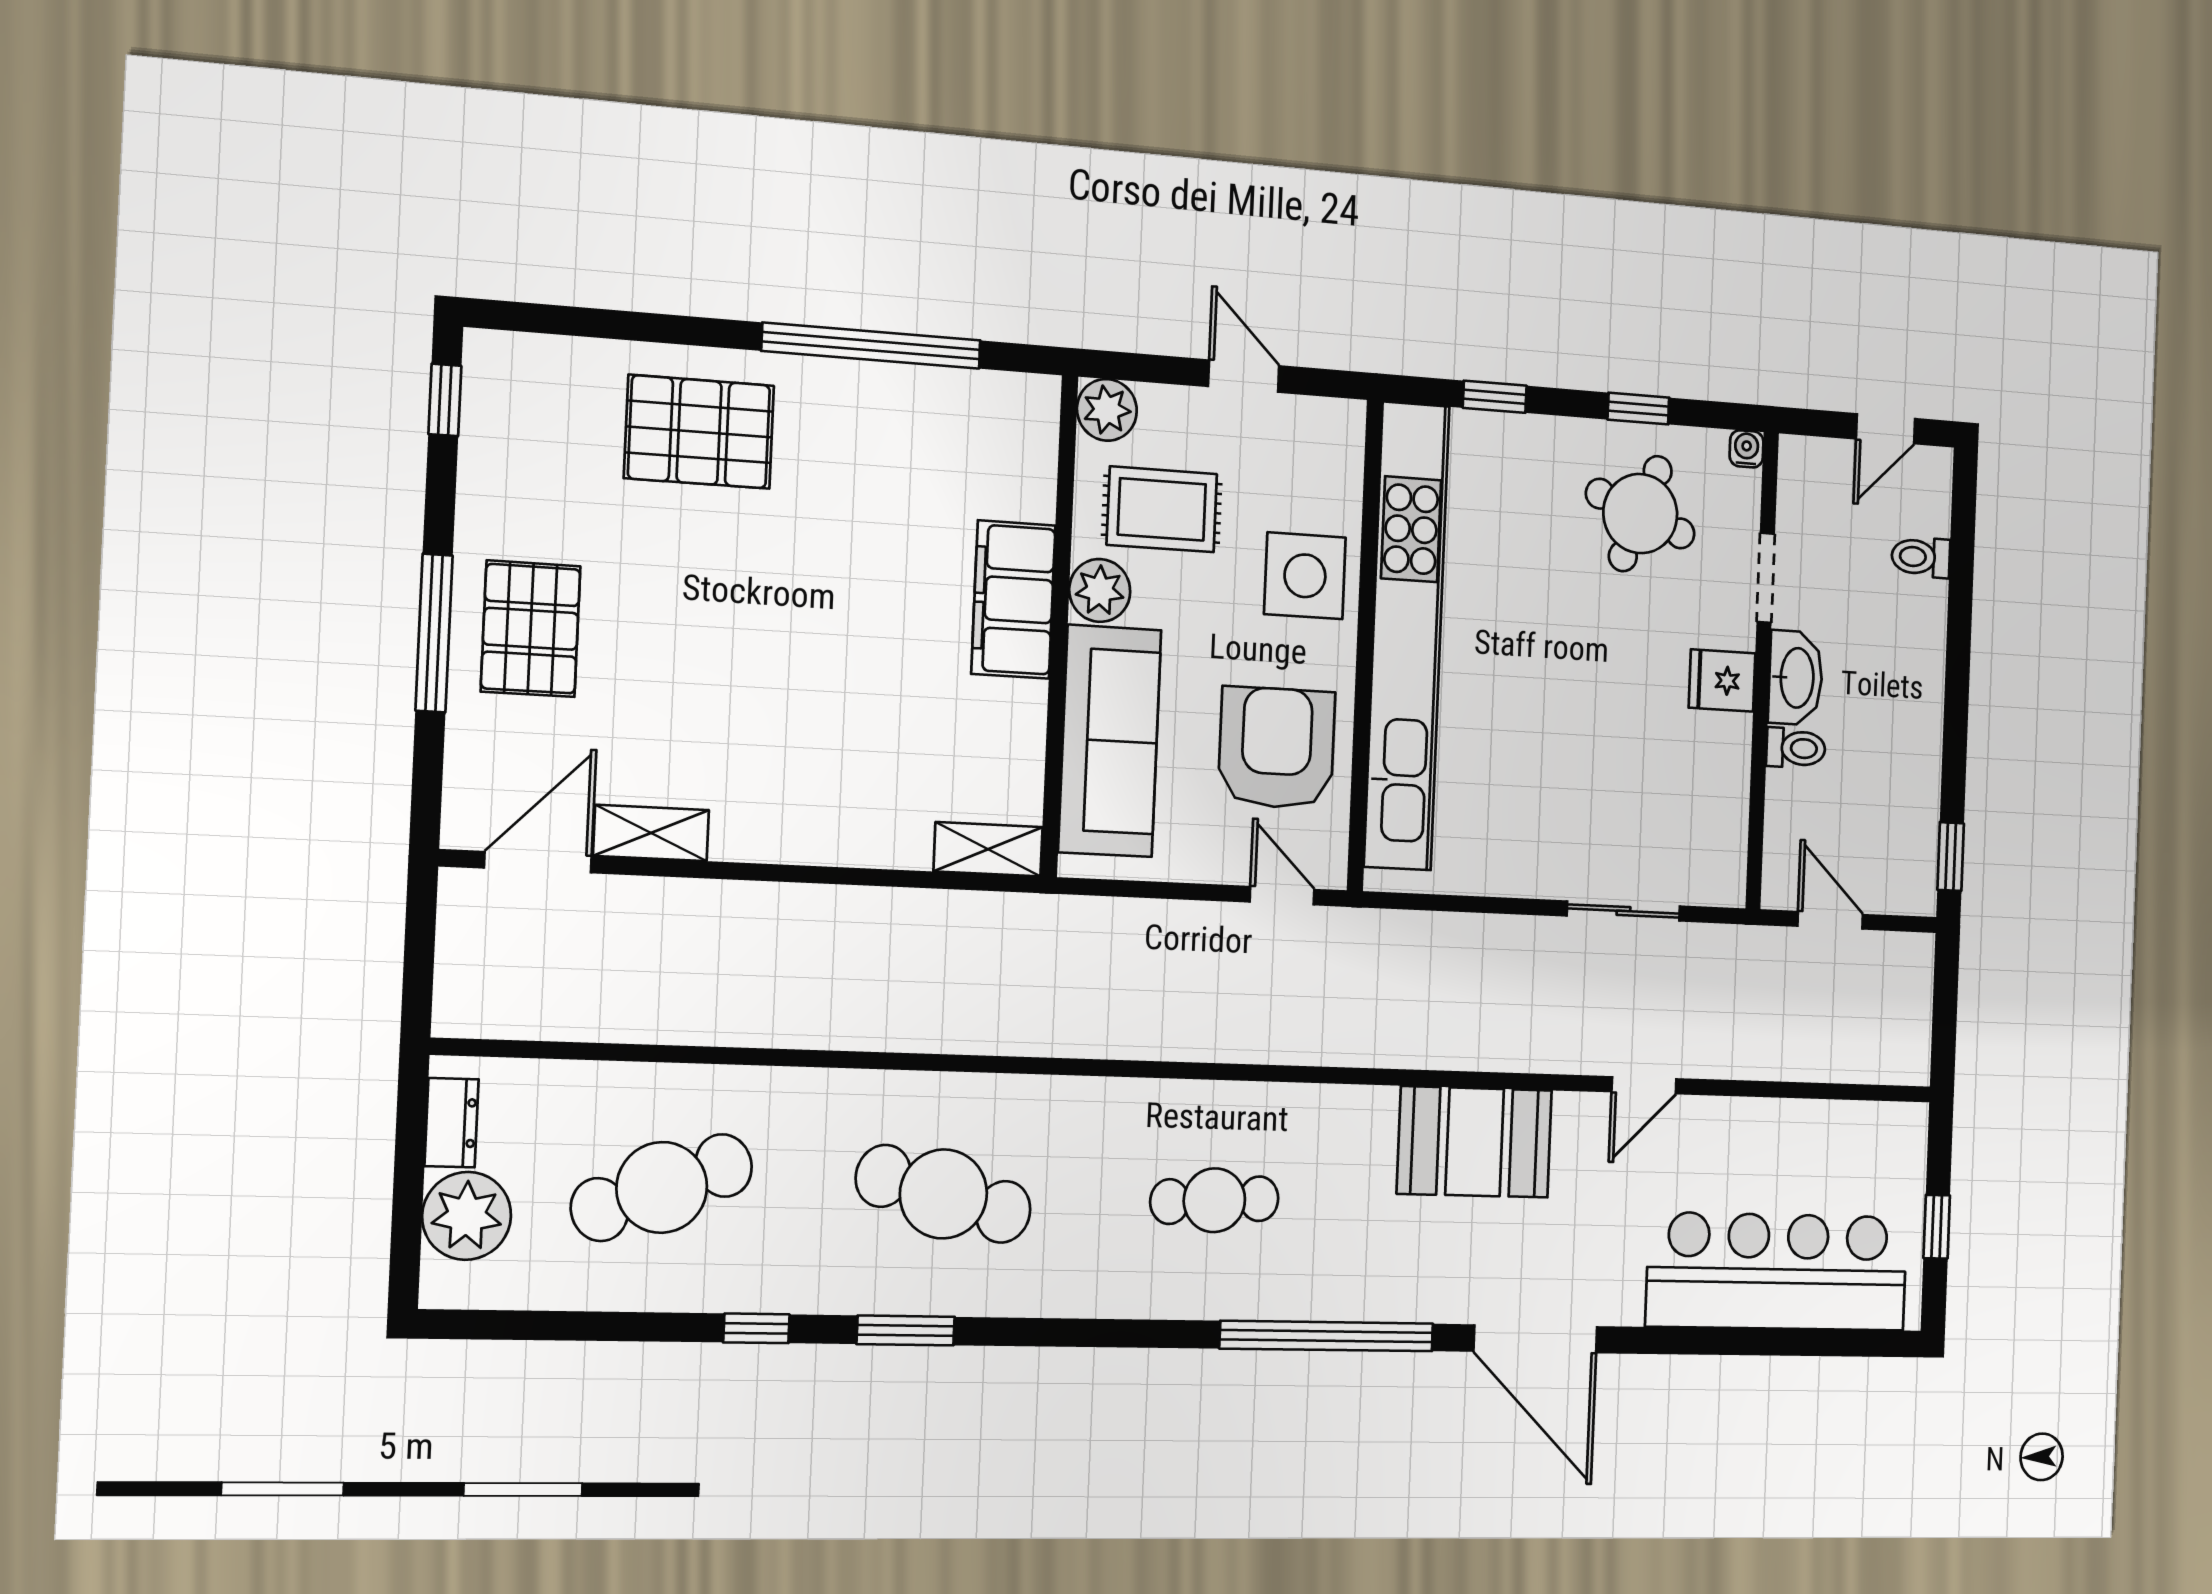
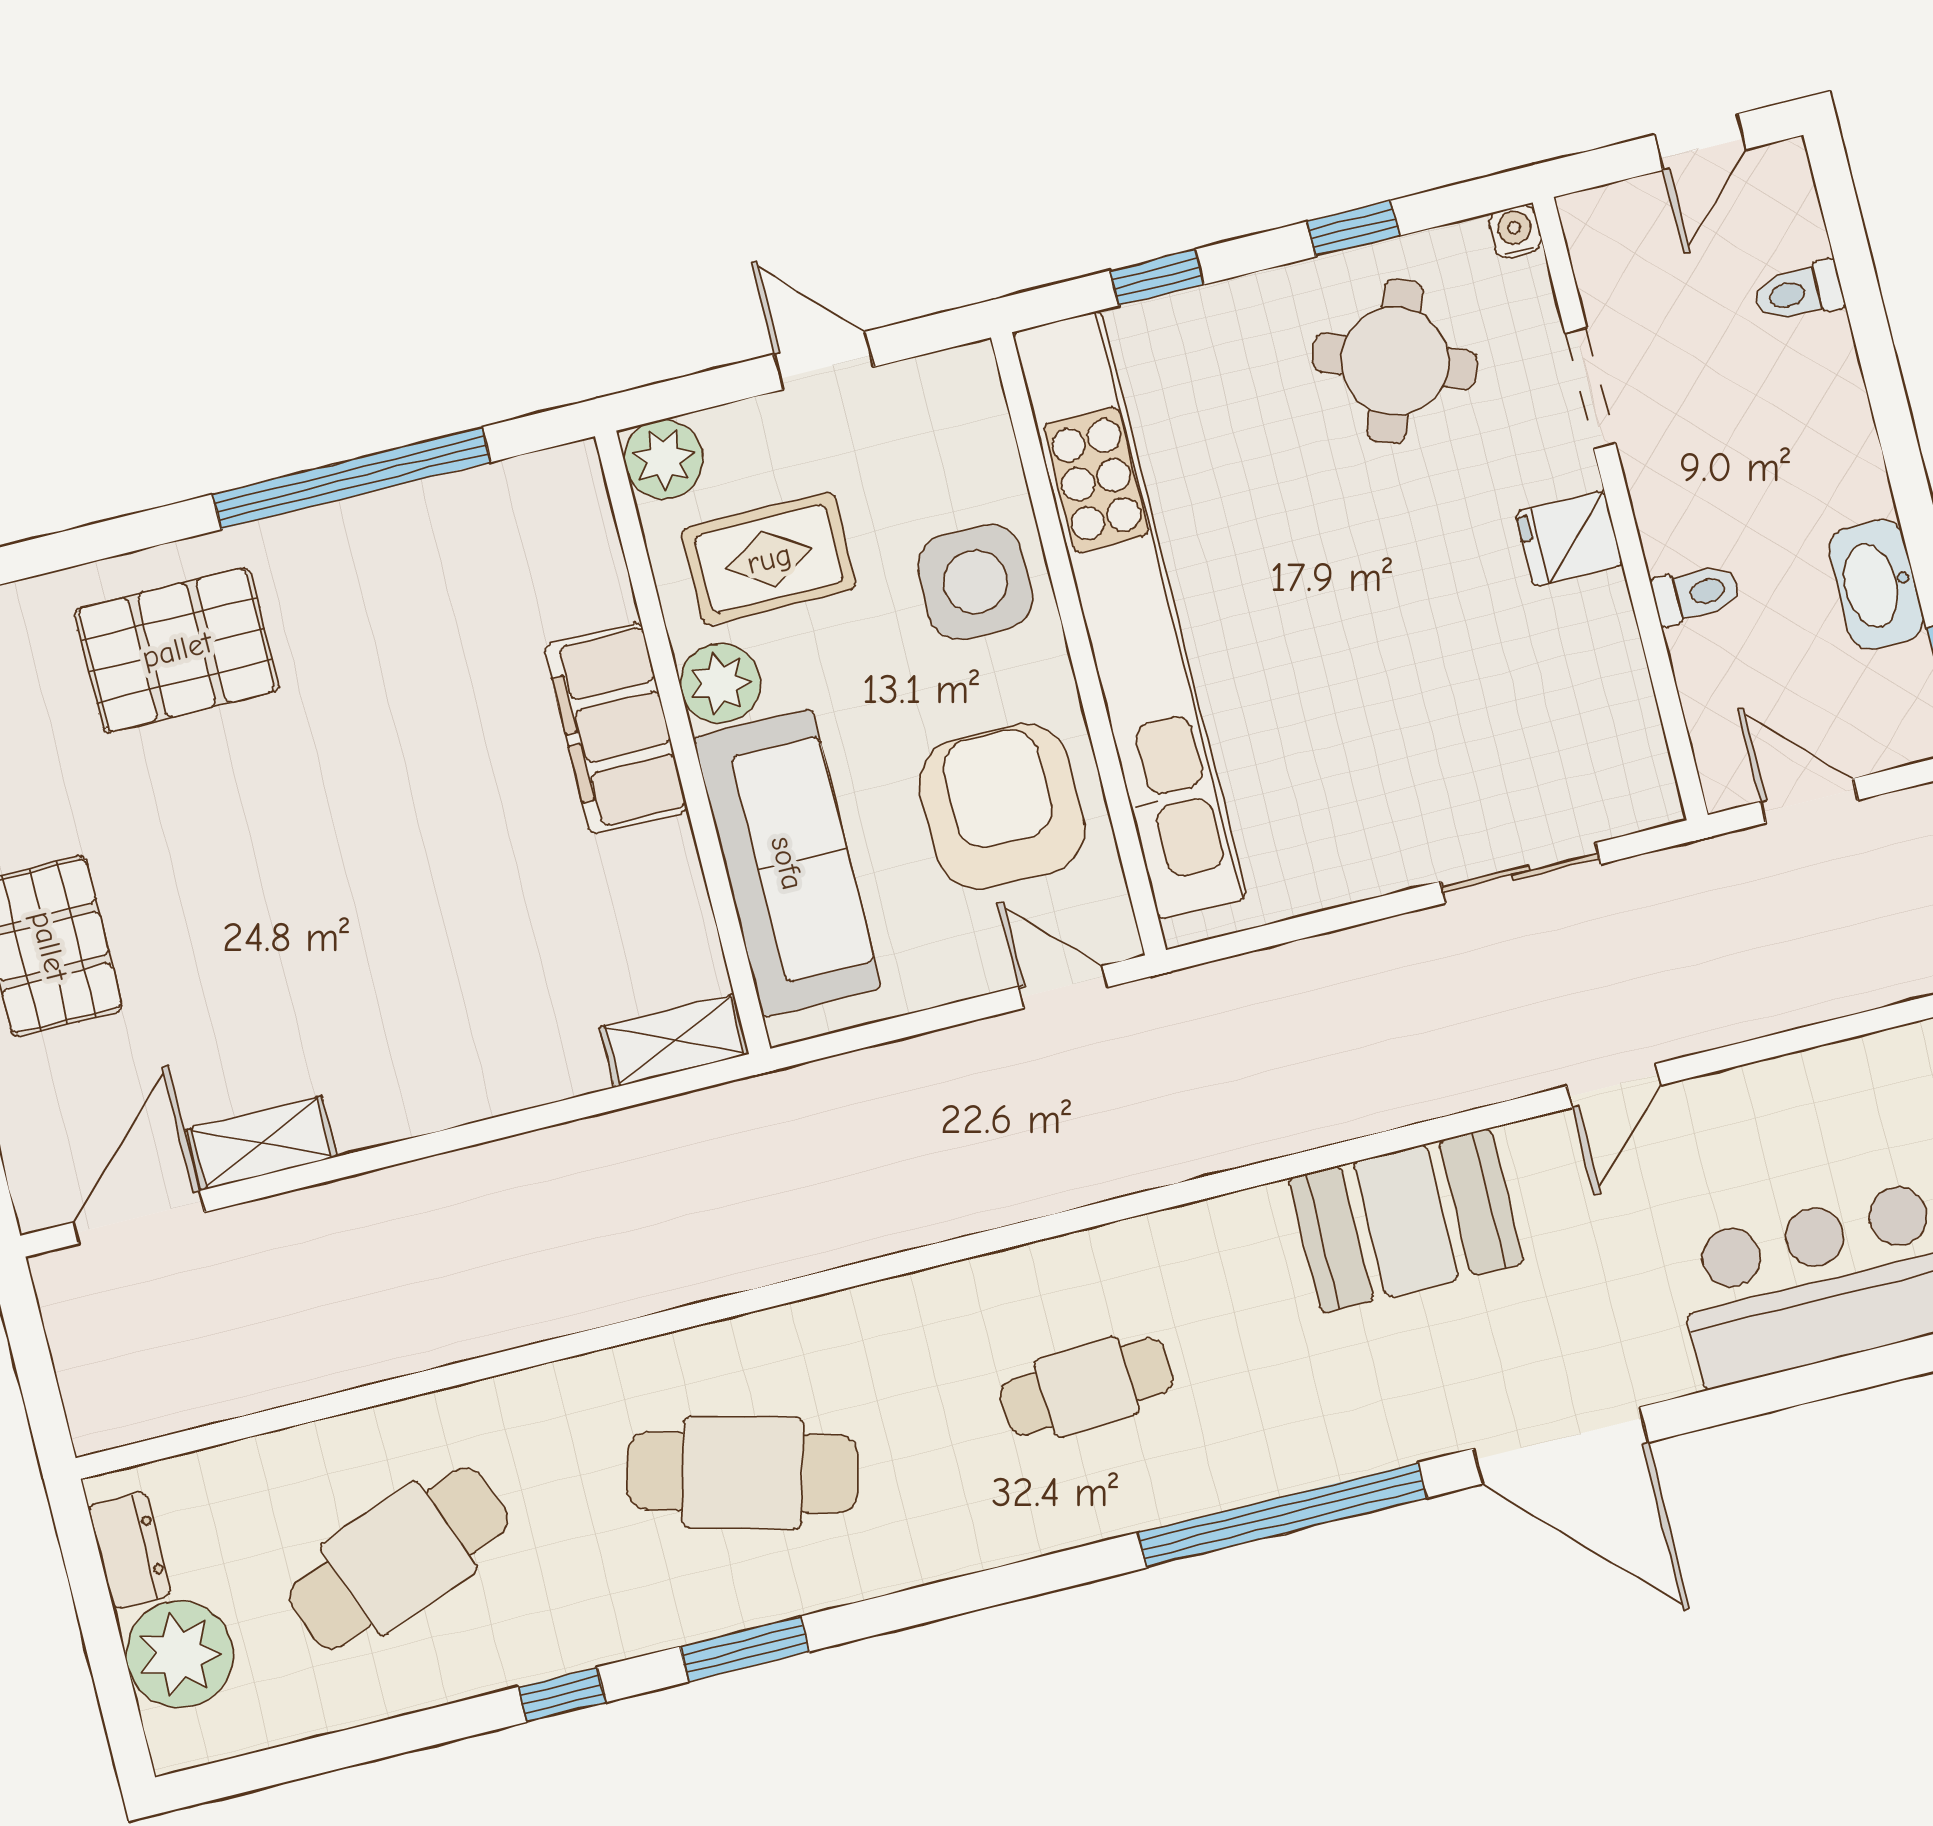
washbasin: (1796, 678) -> (1876, 584), moved, turned 180

